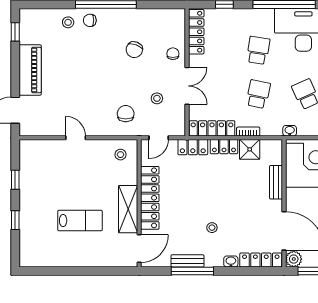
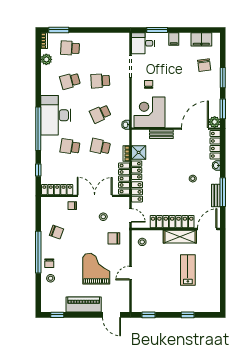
chair: (134, 50) -> (57, 232), moved
double door: (187, 86) -> (95, 196), width x1.37
grand piano: (82, 88) -> (96, 269), added
window: (15, 180) -> (148, 315), moved
door: (139, 249) -> (207, 229), hinge flipped

